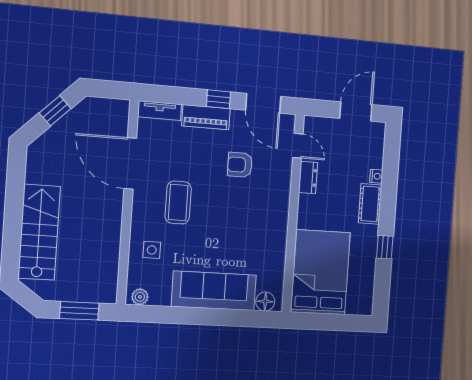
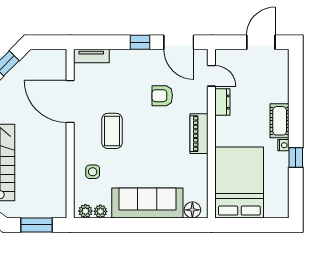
piano: (206, 117) -> (199, 134), moved, turned 90
nightstand: (376, 176) -> (283, 145), moved
plant: (158, 298) -> (100, 211), added

